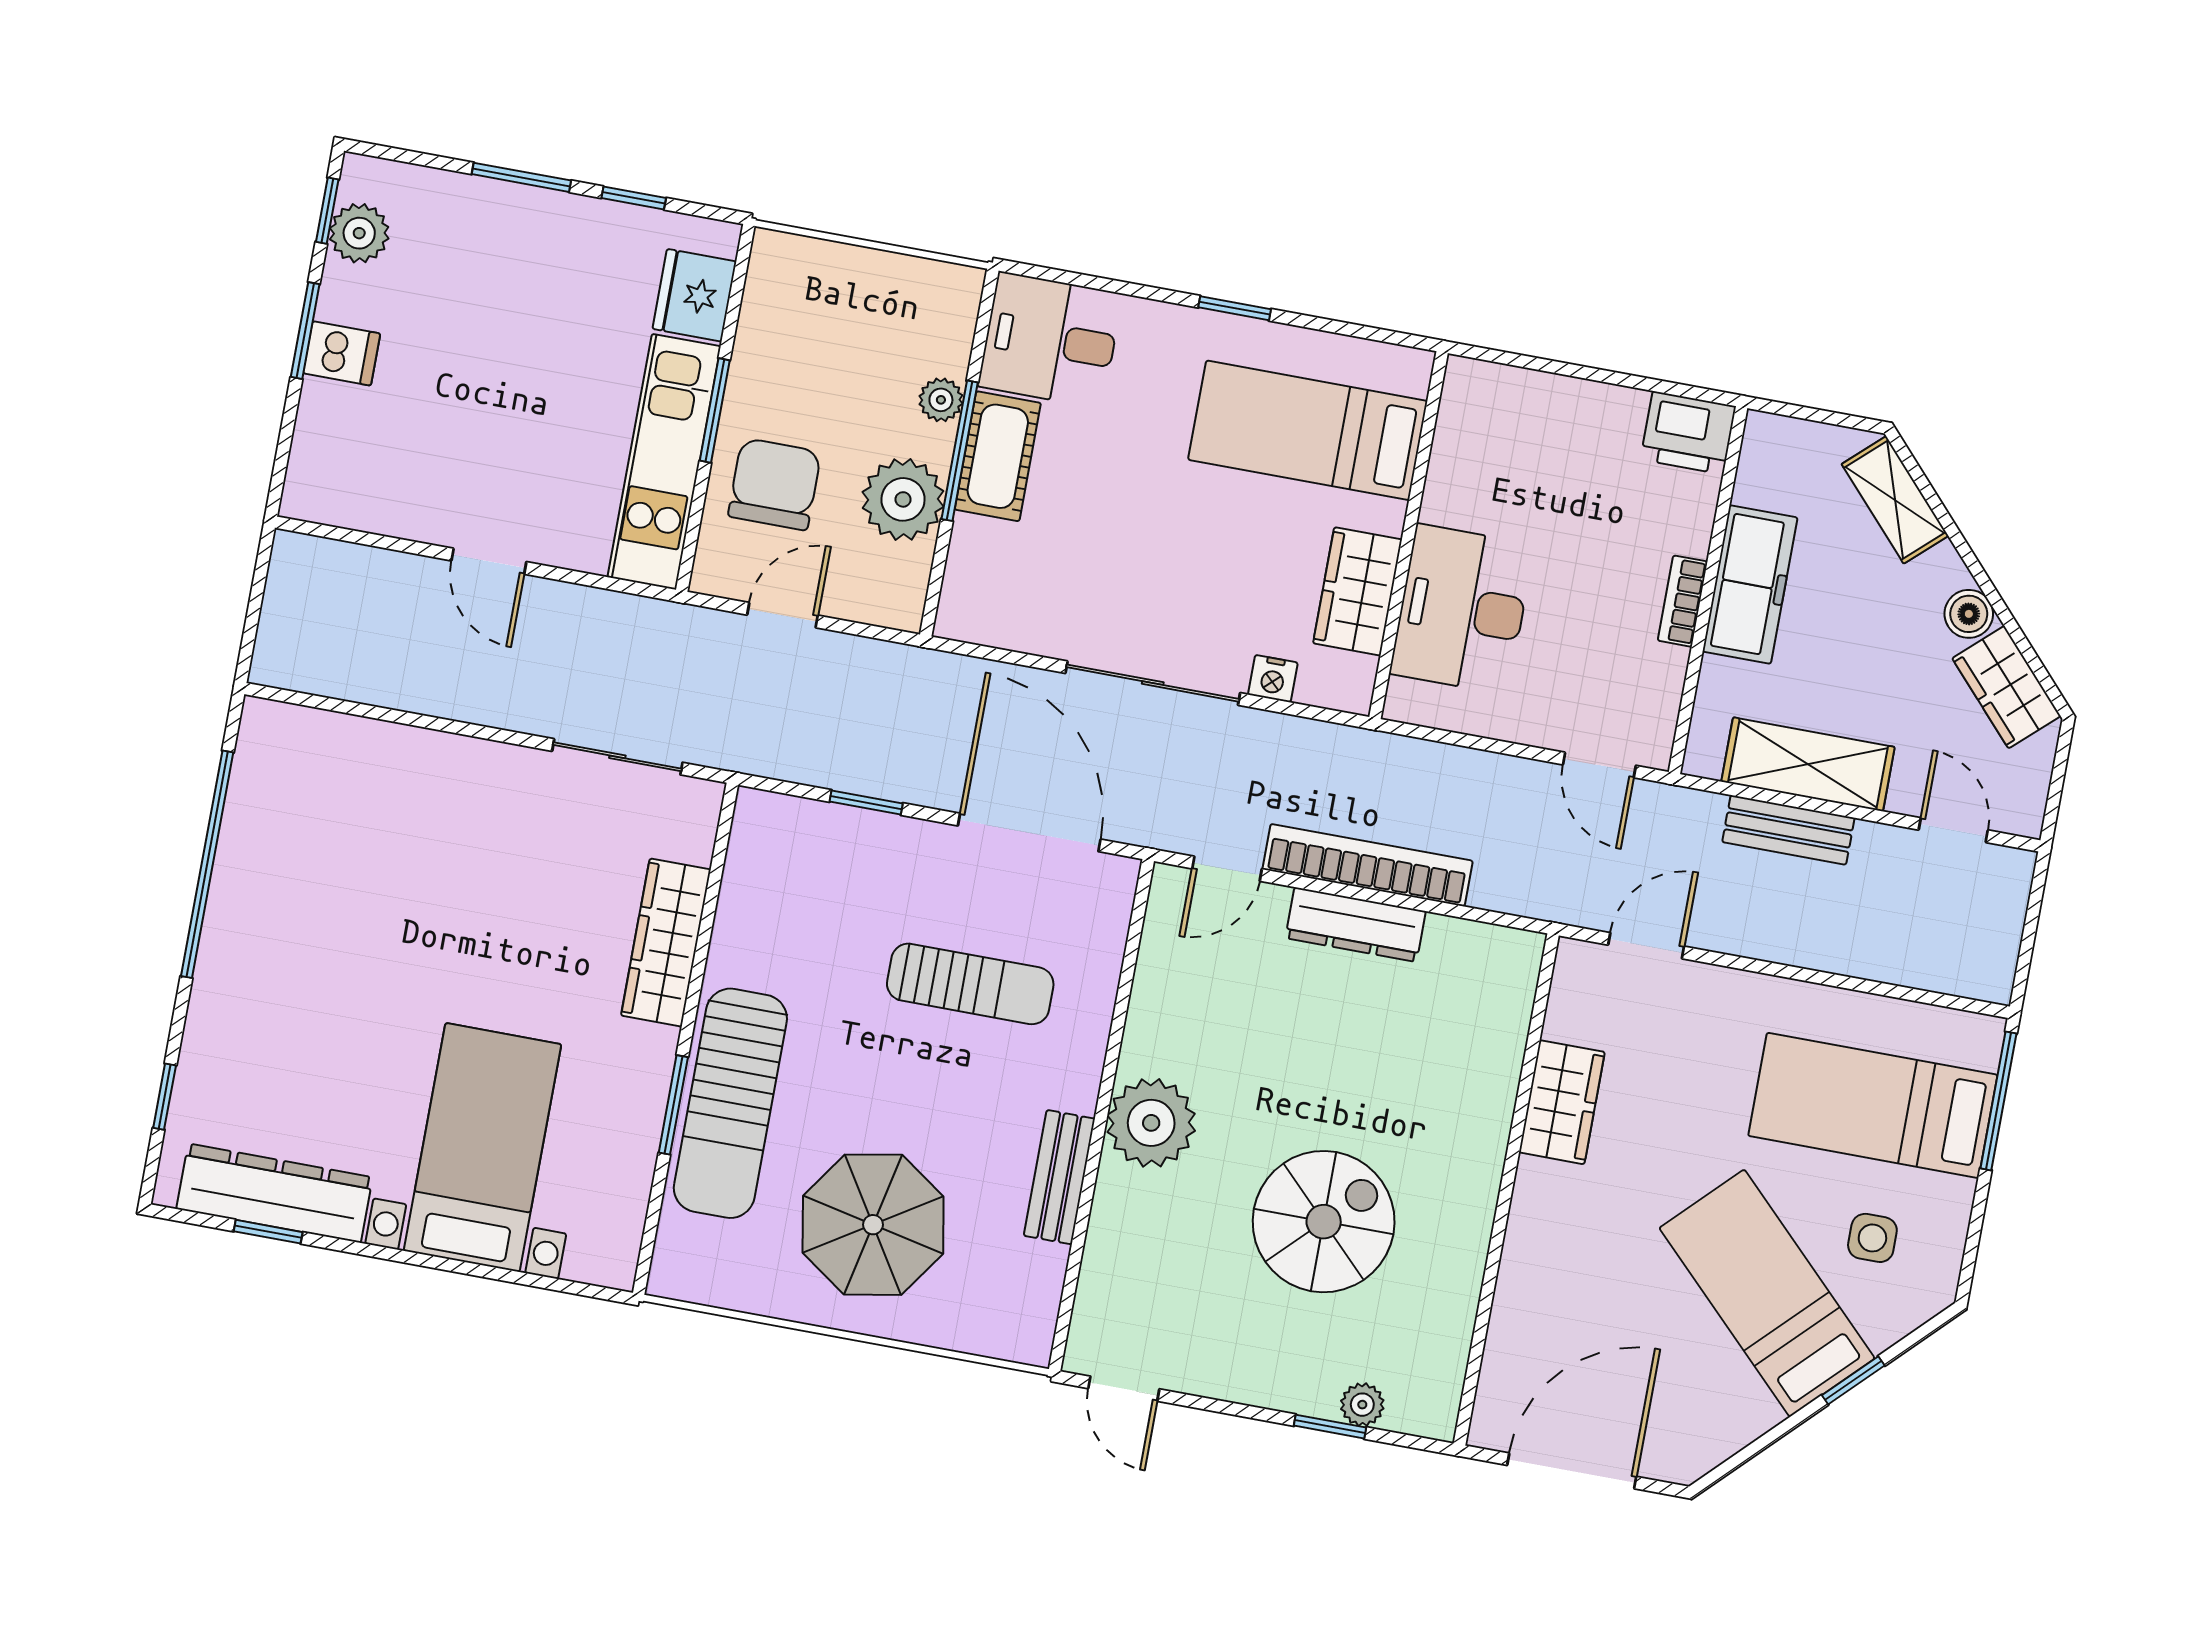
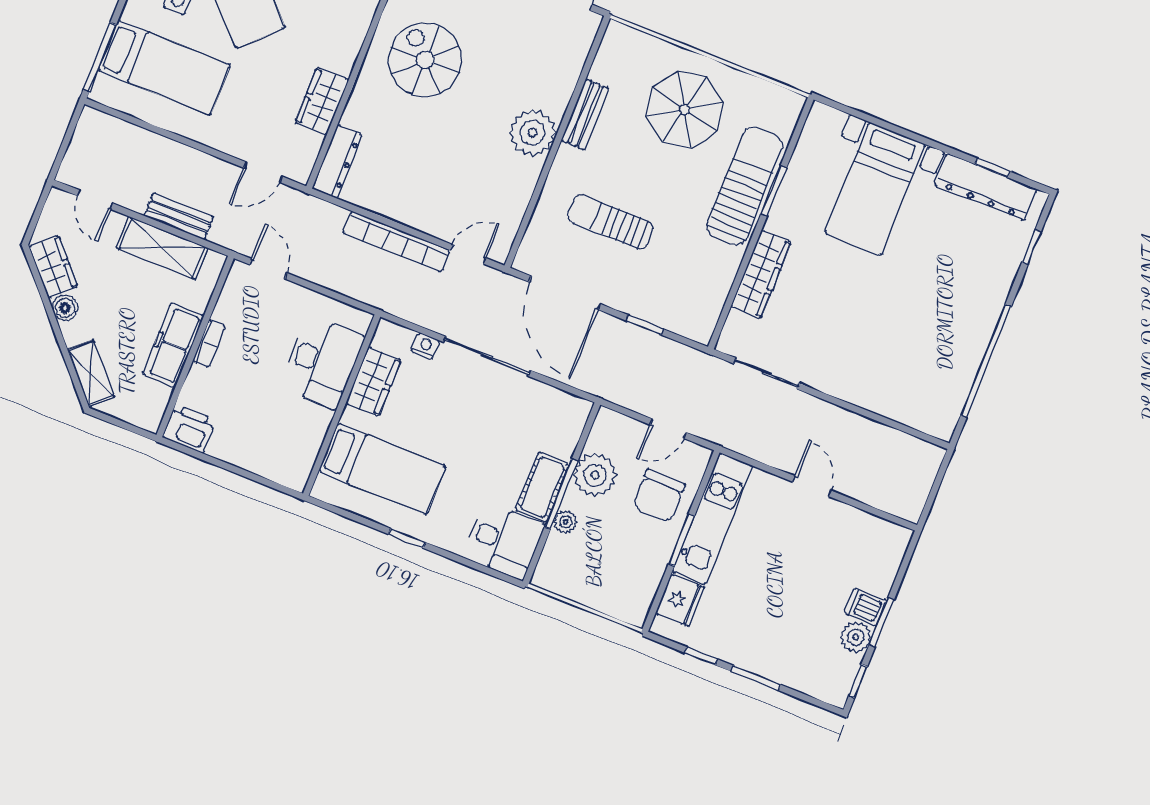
plant: (359, 233) -> (856, 637), moved
dresser: (1356, 925) -> (337, 161), moved, turned 90
spiral stairs: (1324, 1222) -> (425, 60), moved, turned 90

